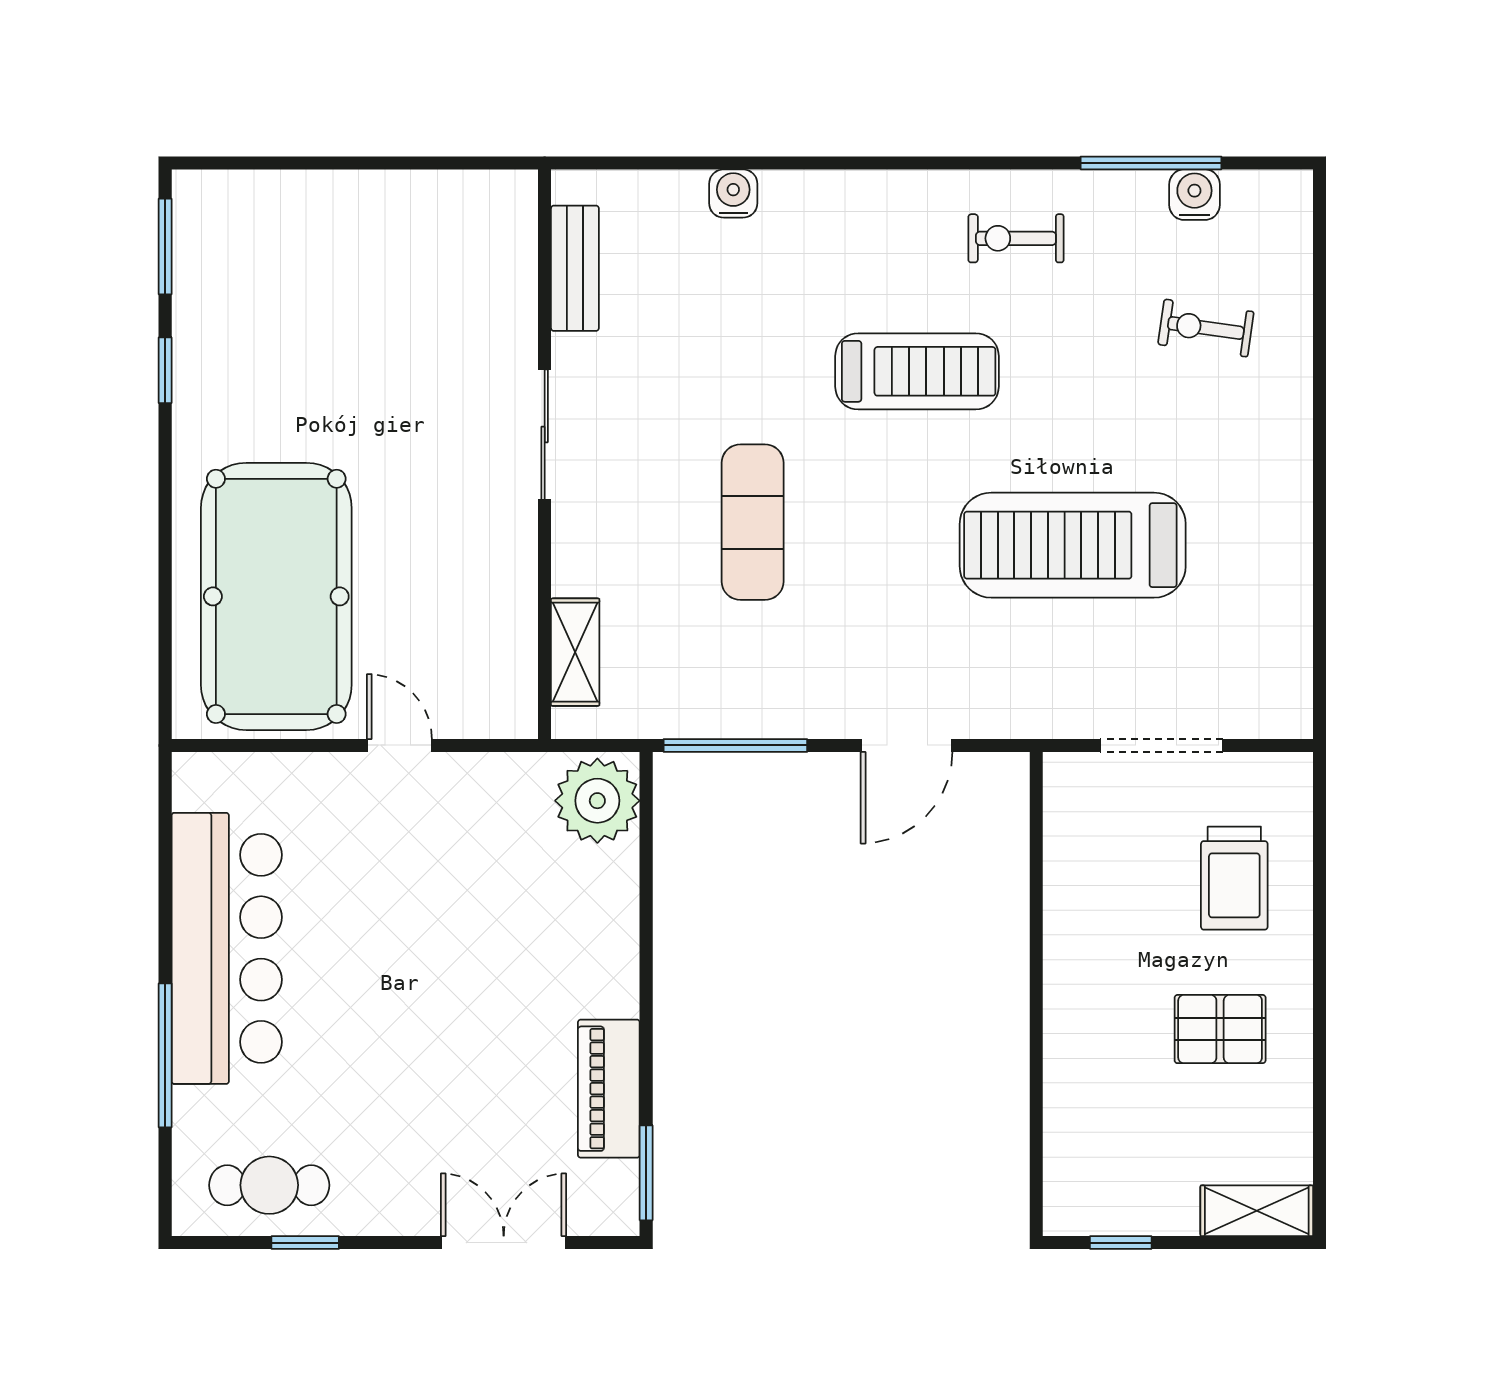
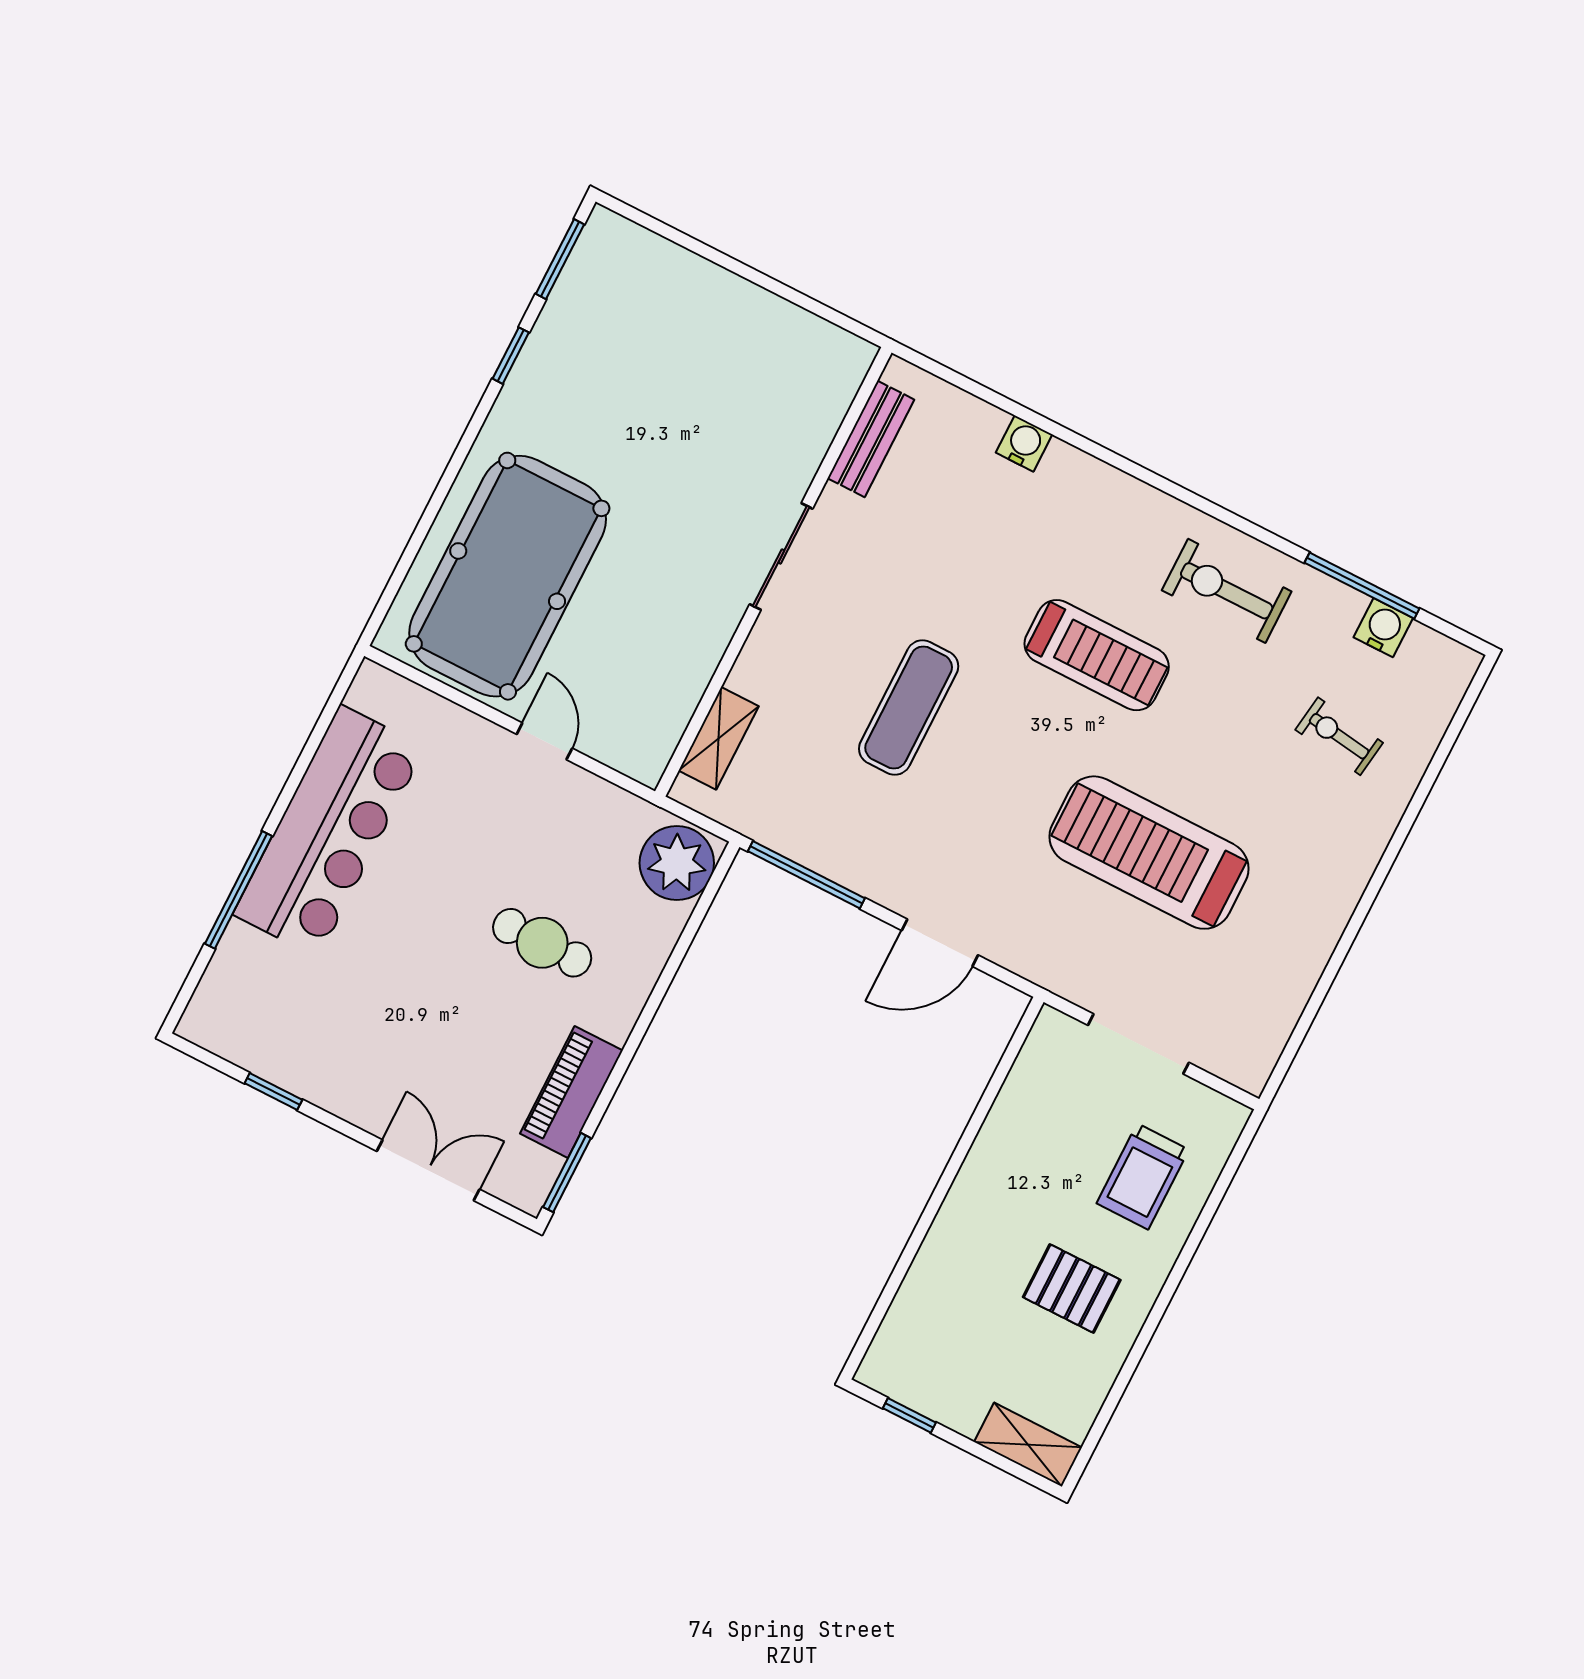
exercise bike: (1016, 238) -> (1227, 591), width x1.38, depth x1.39
cafe table: (269, 1185) -> (542, 943), moved

